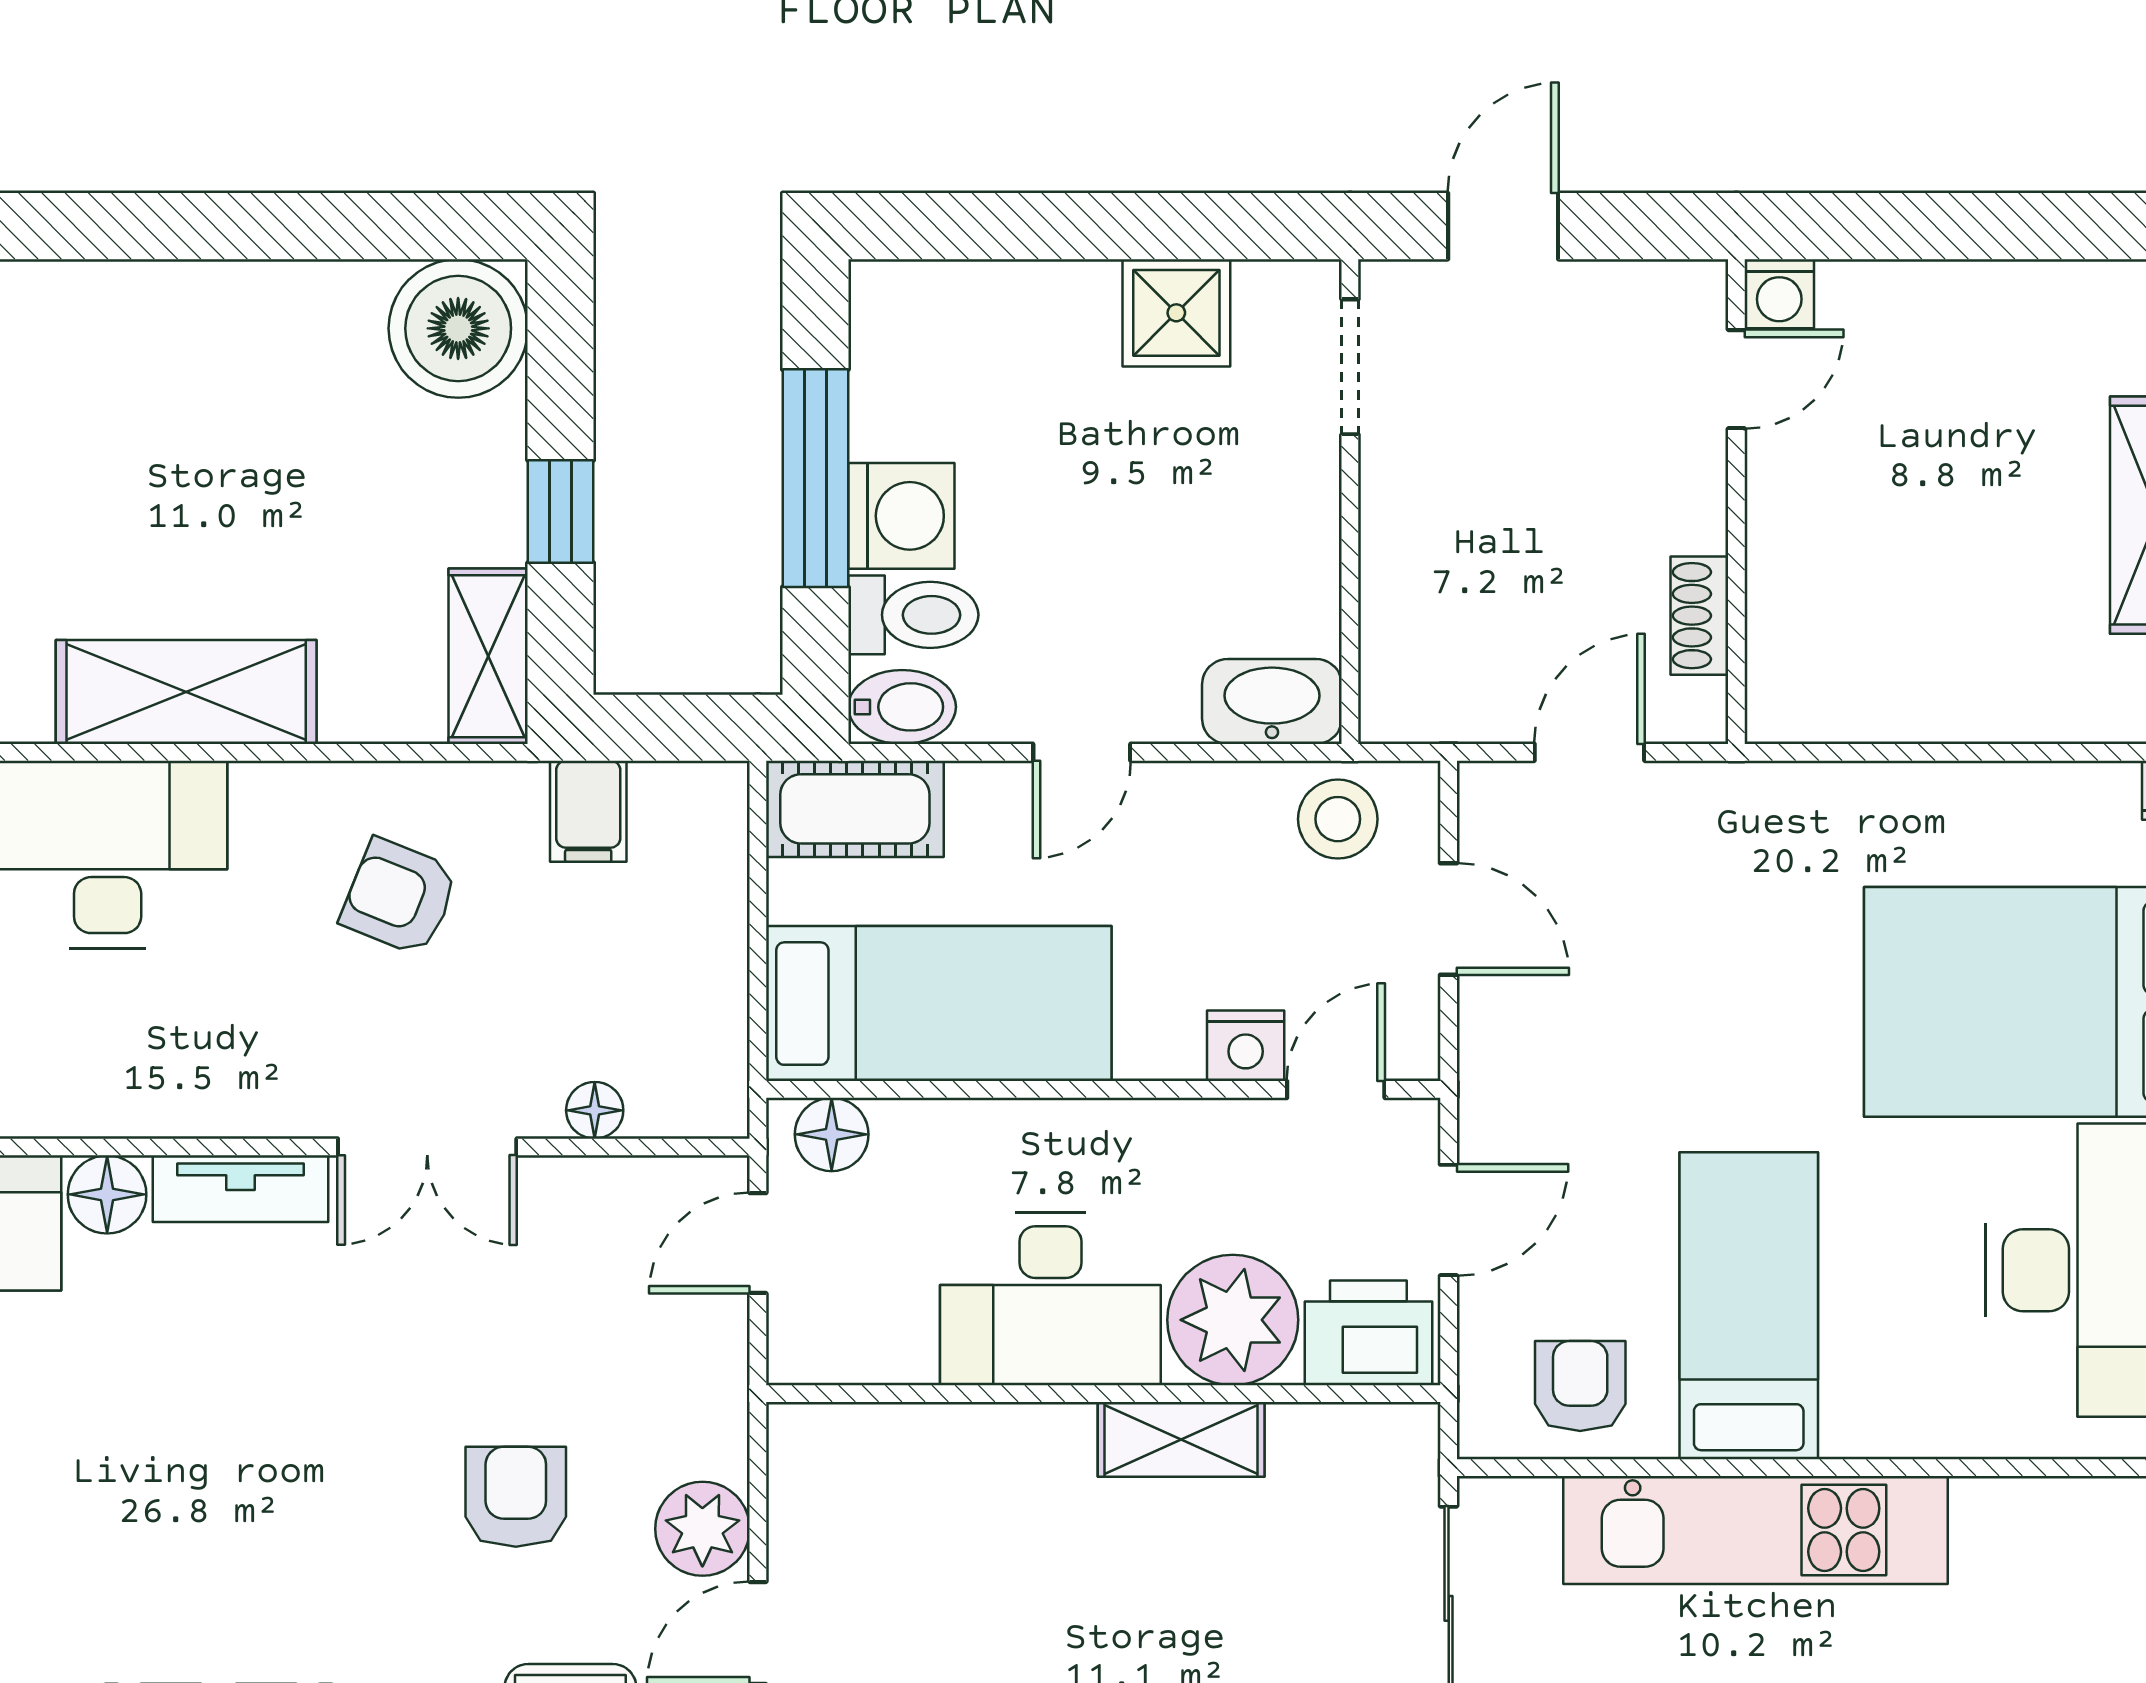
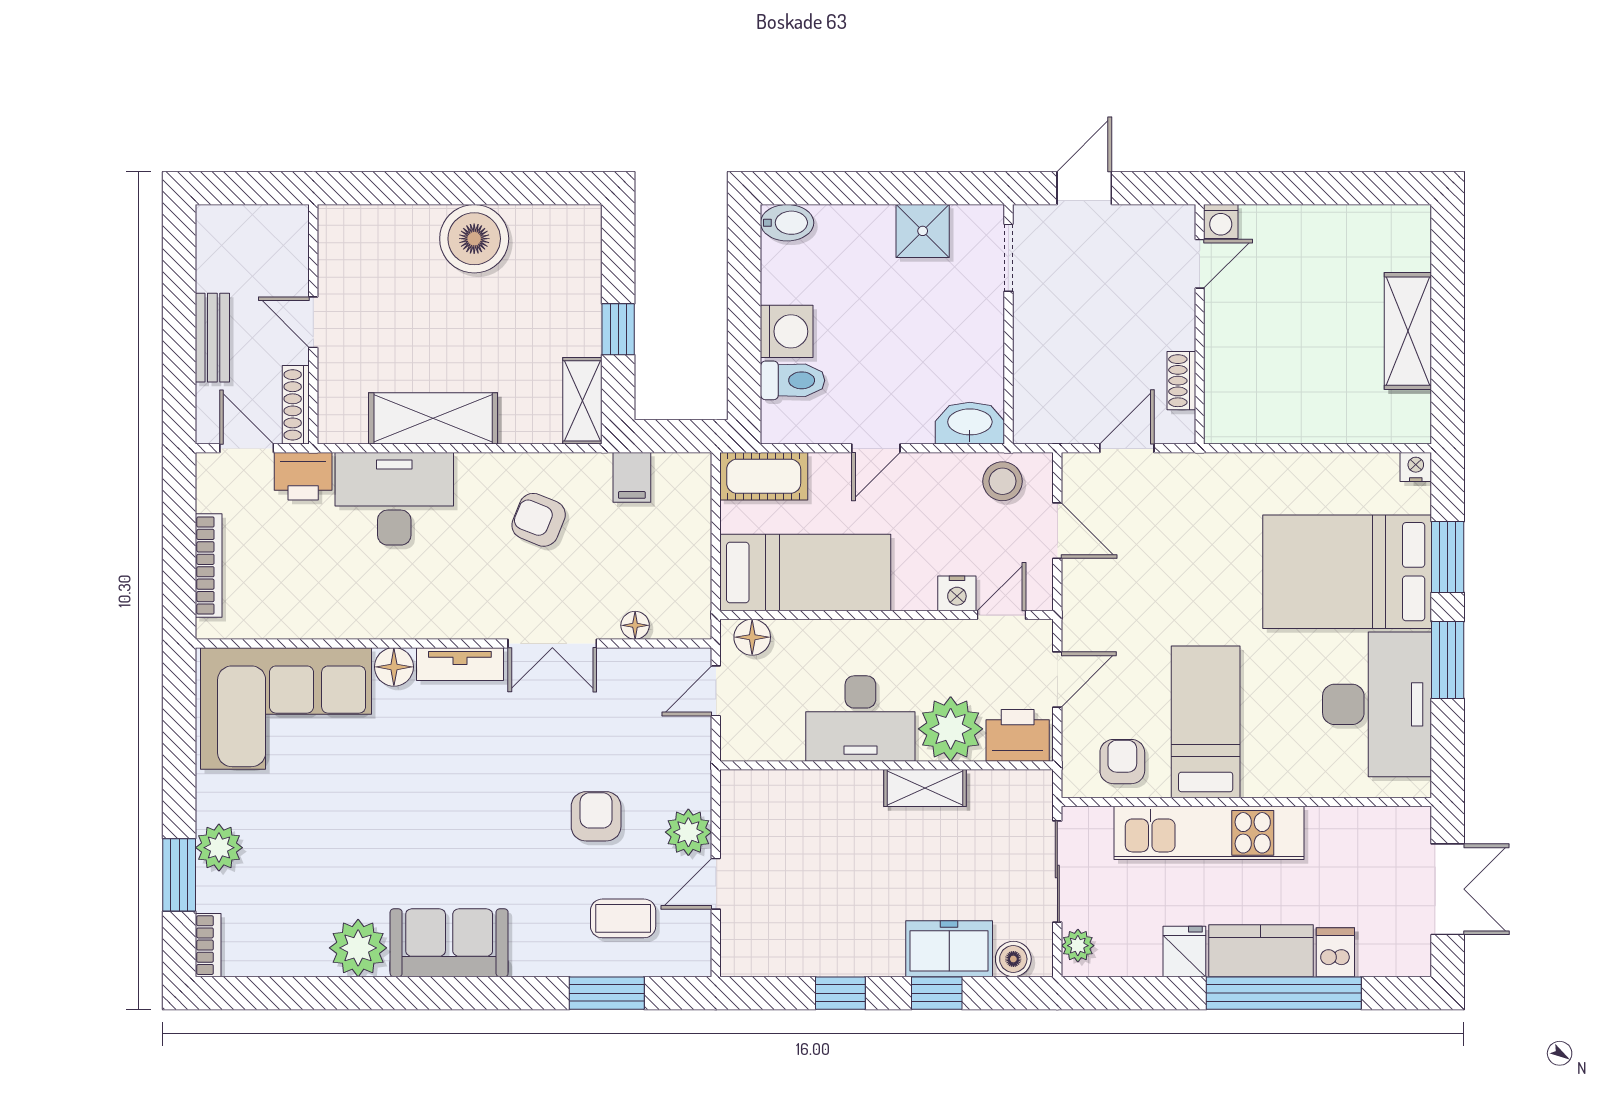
boiler: (458, 328) -> (474, 239), moved
window: (815, 478) -> (744, 313), removed
bidet: (902, 707) -> (787, 223), moved

